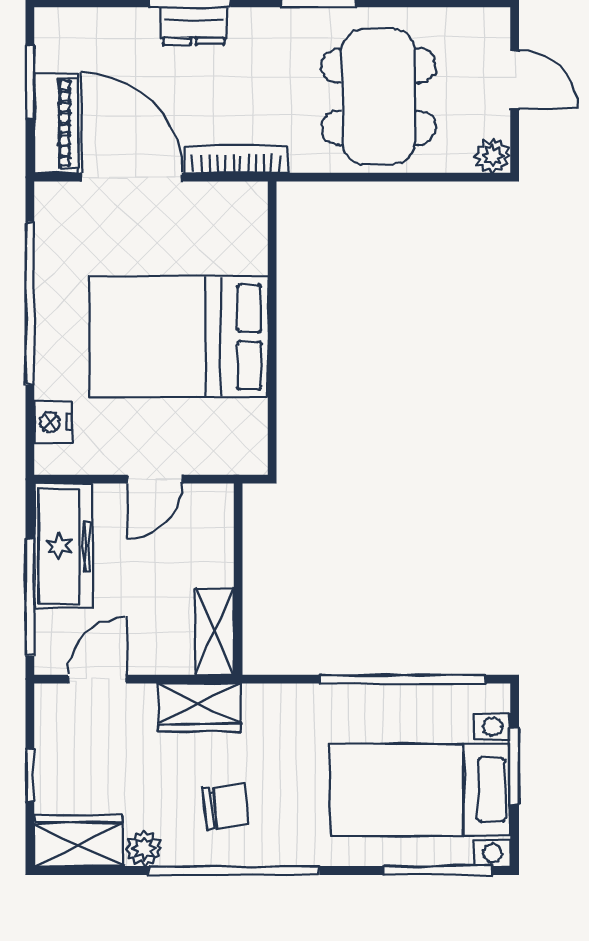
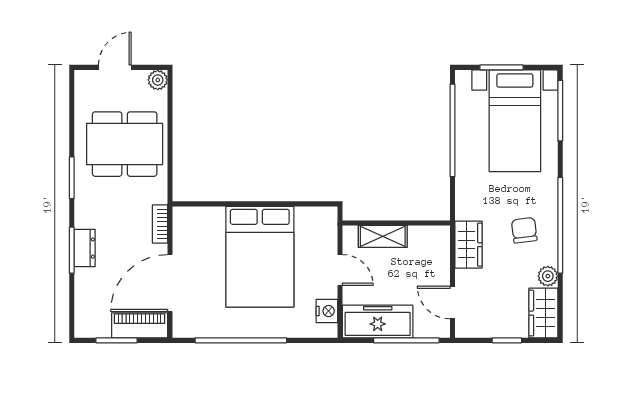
bookcase: (236, 159) -> (160, 224), width x0.64
nightstand: (53, 422) -> (327, 311), moved, turned -90
shelving: (214, 632) -> (383, 236), moved

